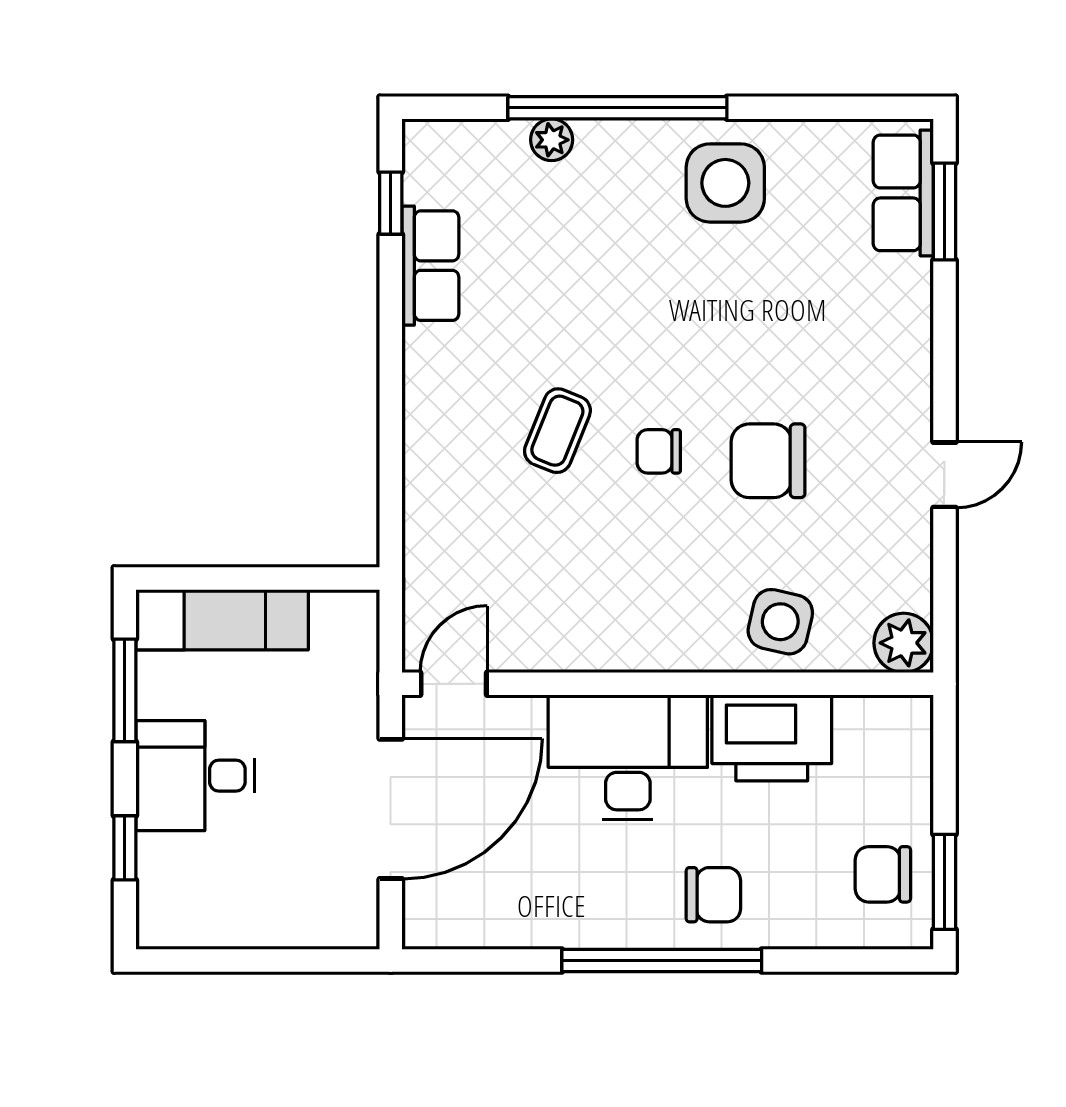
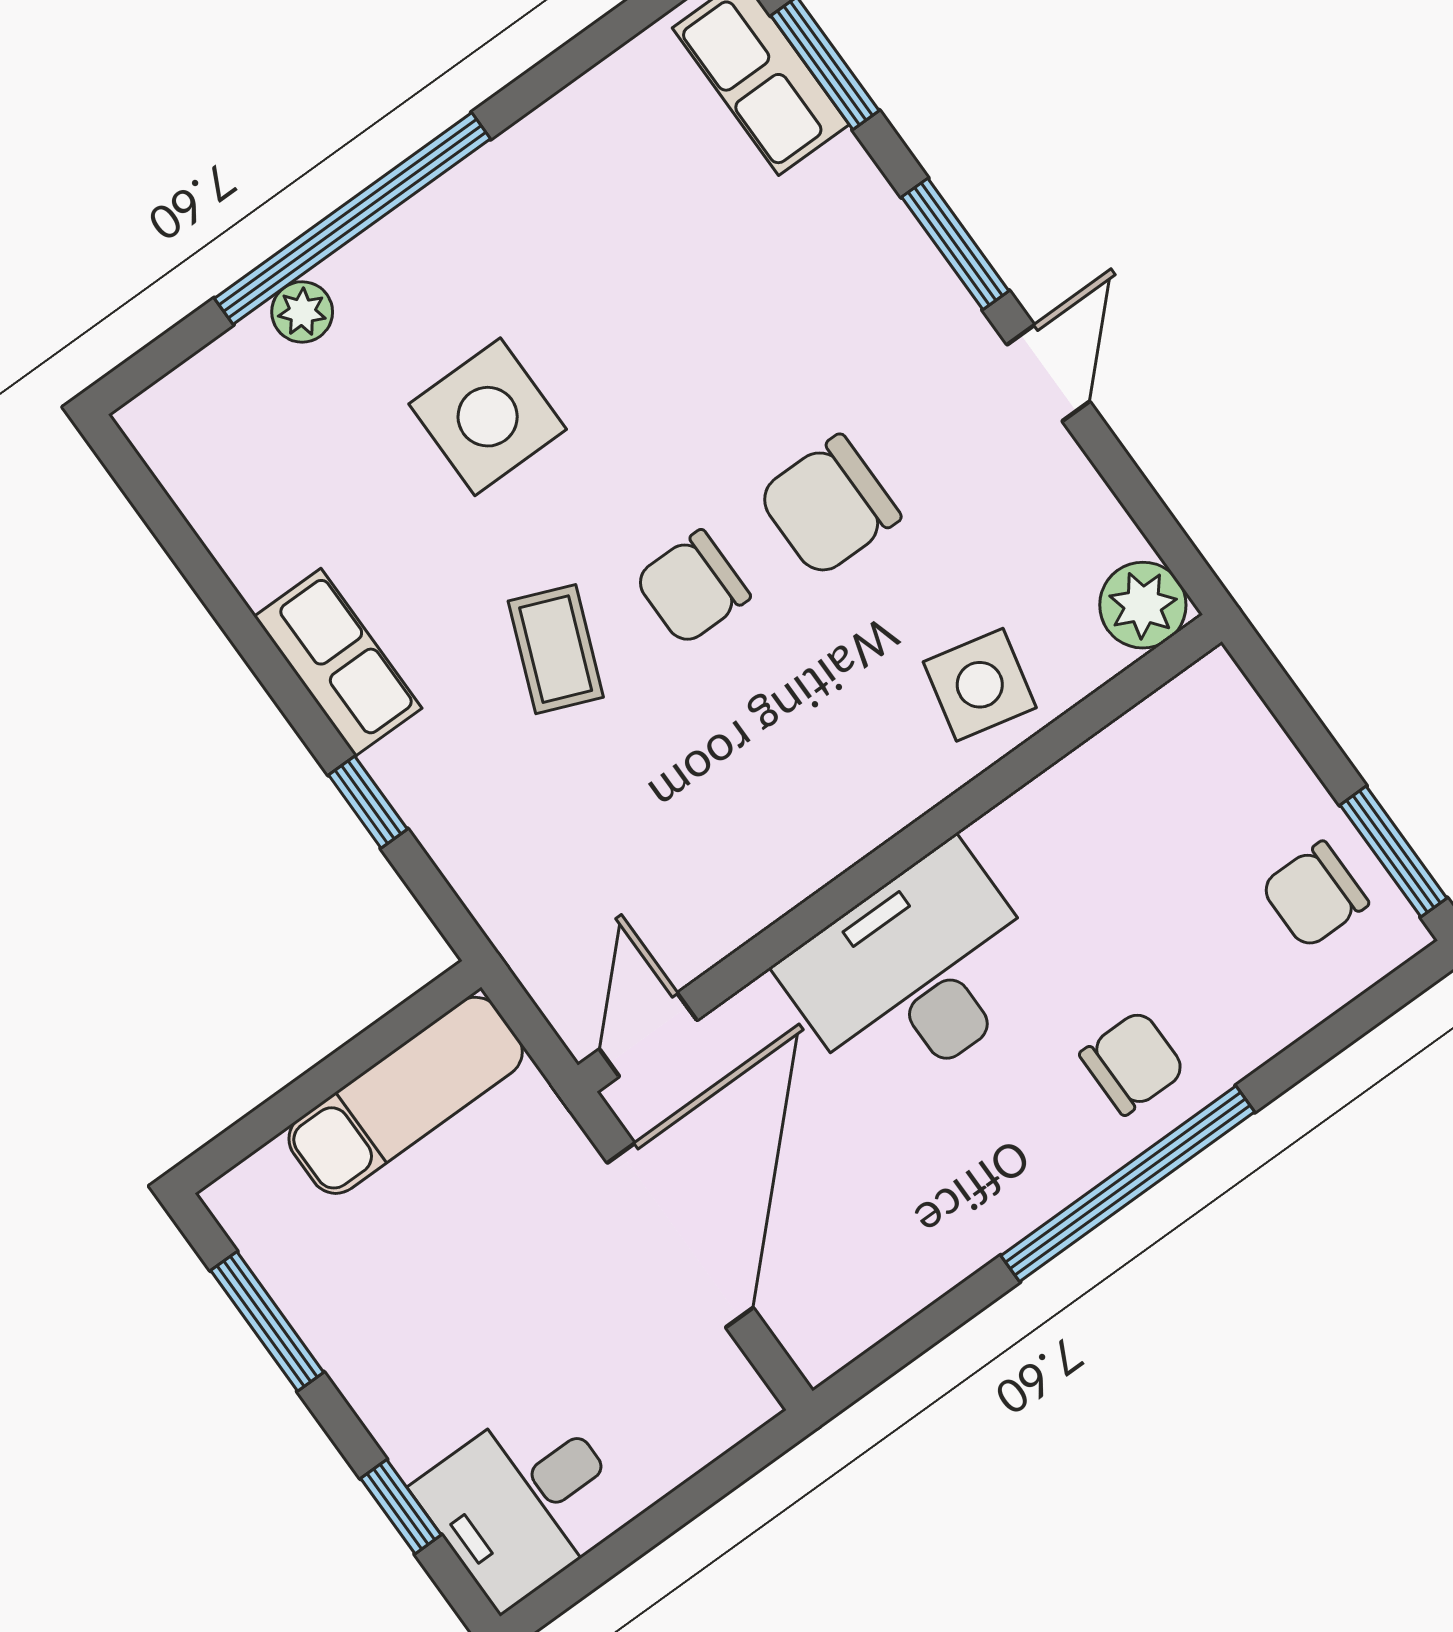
side table: (725, 183) -> (488, 417), moved
window: (391, 203) -> (368, 802), moved
row of seats: (430, 266) -> (338, 662), moved
window: (944, 365) -> (955, 244), added
chair: (659, 451) -> (692, 588), width x1.37, depth x1.37
exam couch: (222, 620) -> (406, 1095), moved
printer: (772, 738) -> (1068, 828), removed
desk: (195, 776) -> (523, 1502), moved

